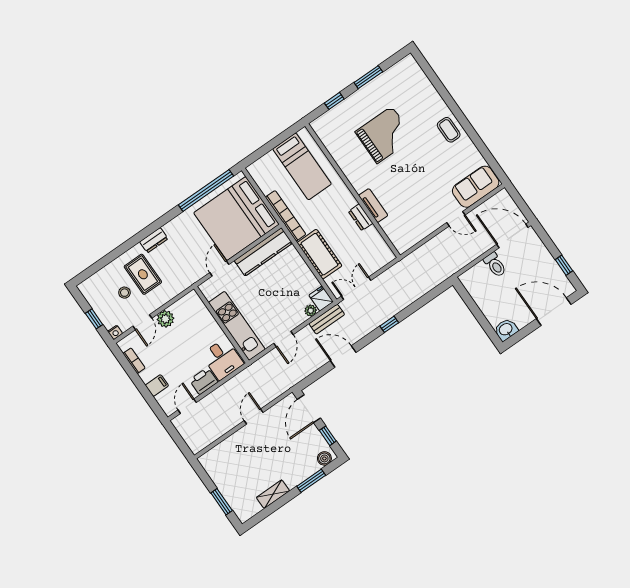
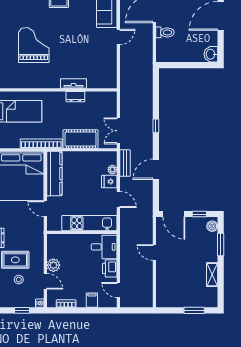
fridge: (321, 298) -> (109, 182), moved

